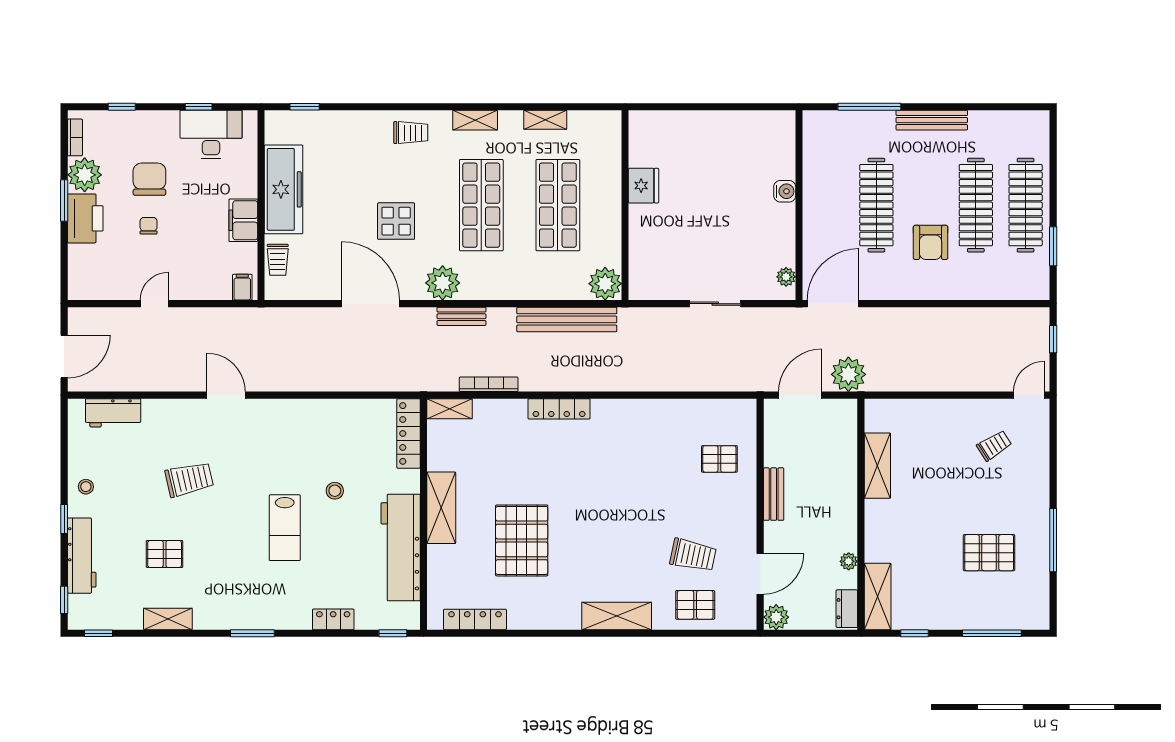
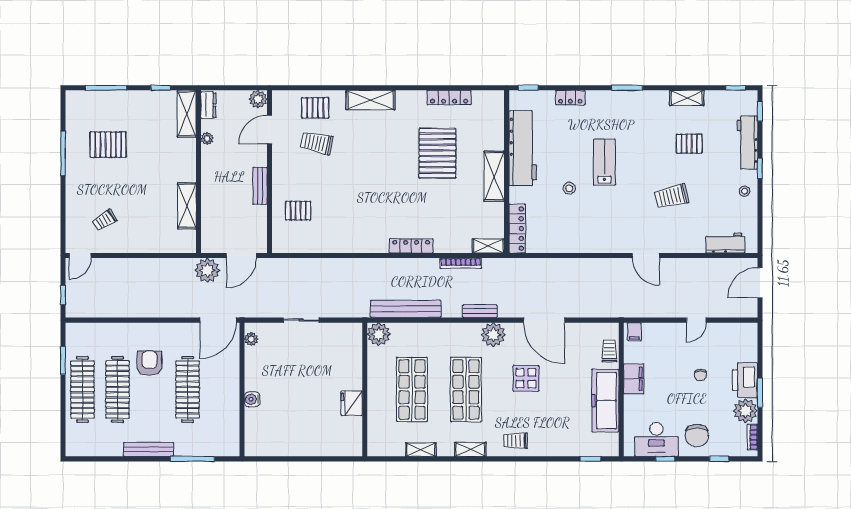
chair: (149, 179) -> (697, 436), moved
locker: (475, 619) -> (449, 98), moved

